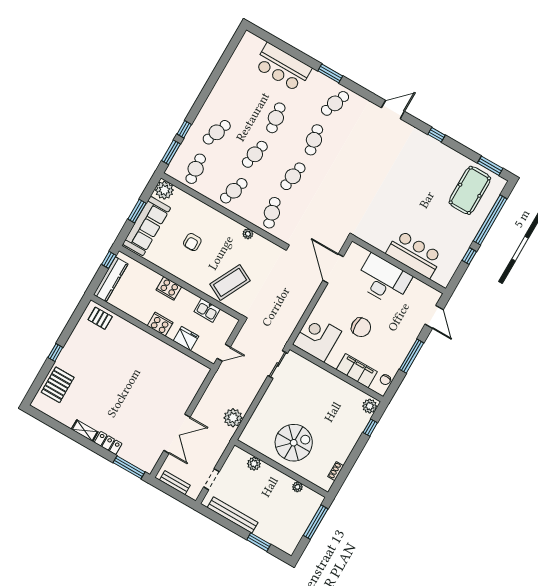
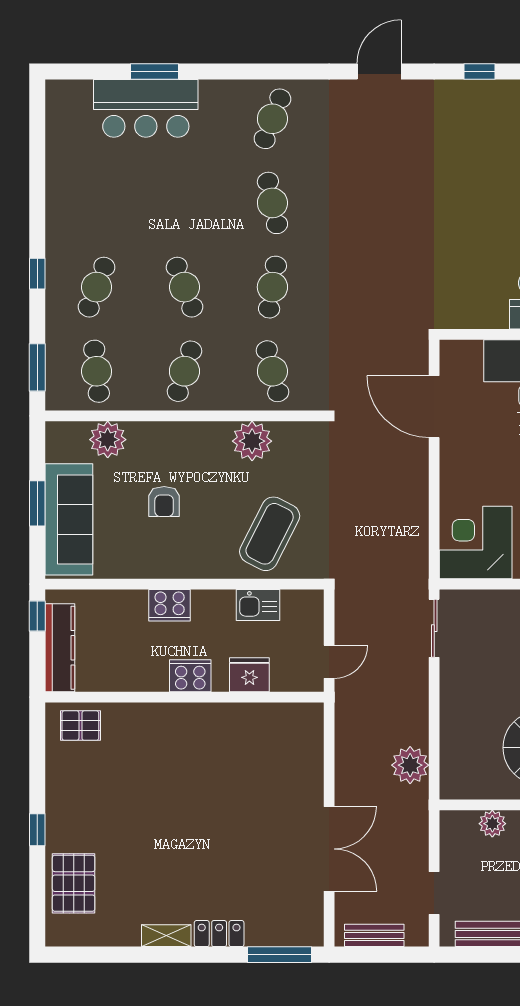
window: (330, 73) -> (154, 72), moved
cafe table: (276, 118) -> (184, 203), removed
window: (184, 129) -> (37, 274), moved
cafe table: (255, 154) -> (184, 287), turned -33
plant: (164, 190) -> (108, 440), moved
plant: (248, 234) -> (252, 441), width x1.88, depth x1.88

